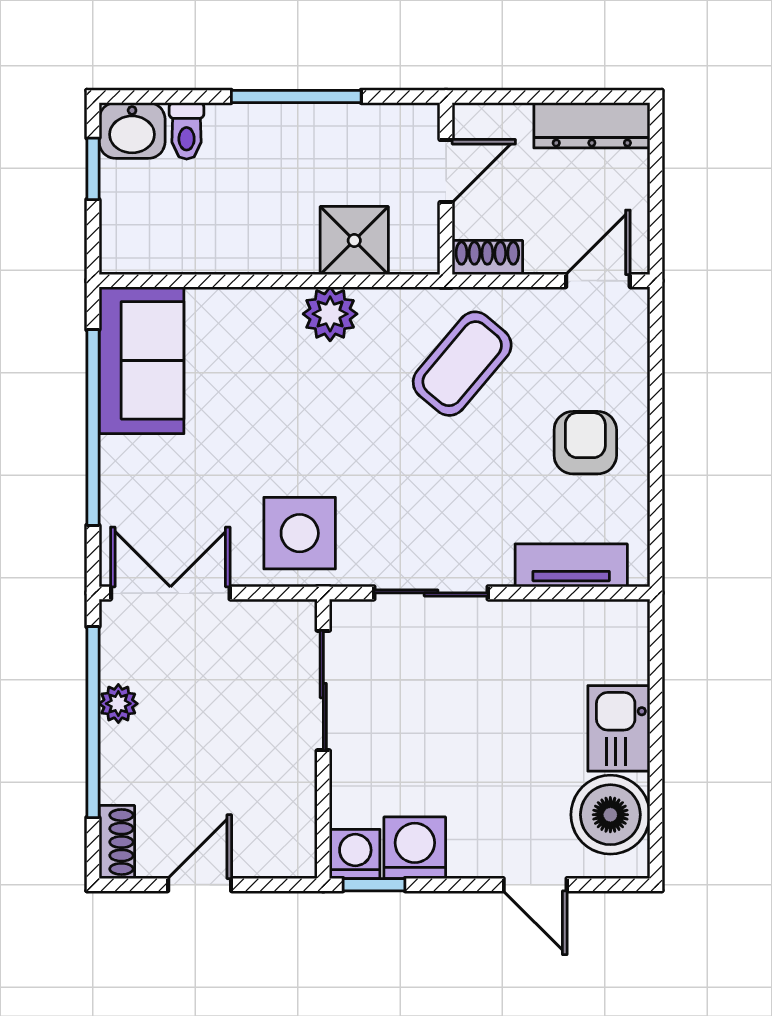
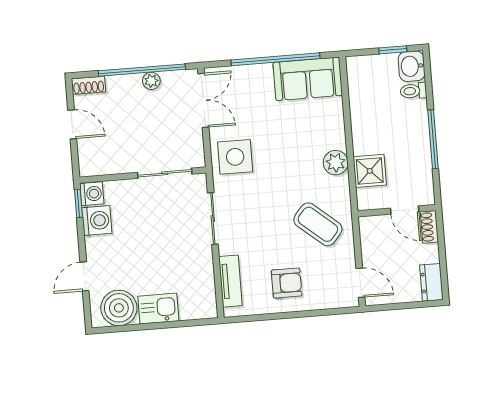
dresser: (592, 125) -> (431, 282), width x0.70
shoe rack: (487, 258) -> (429, 227), moved, turned 180

